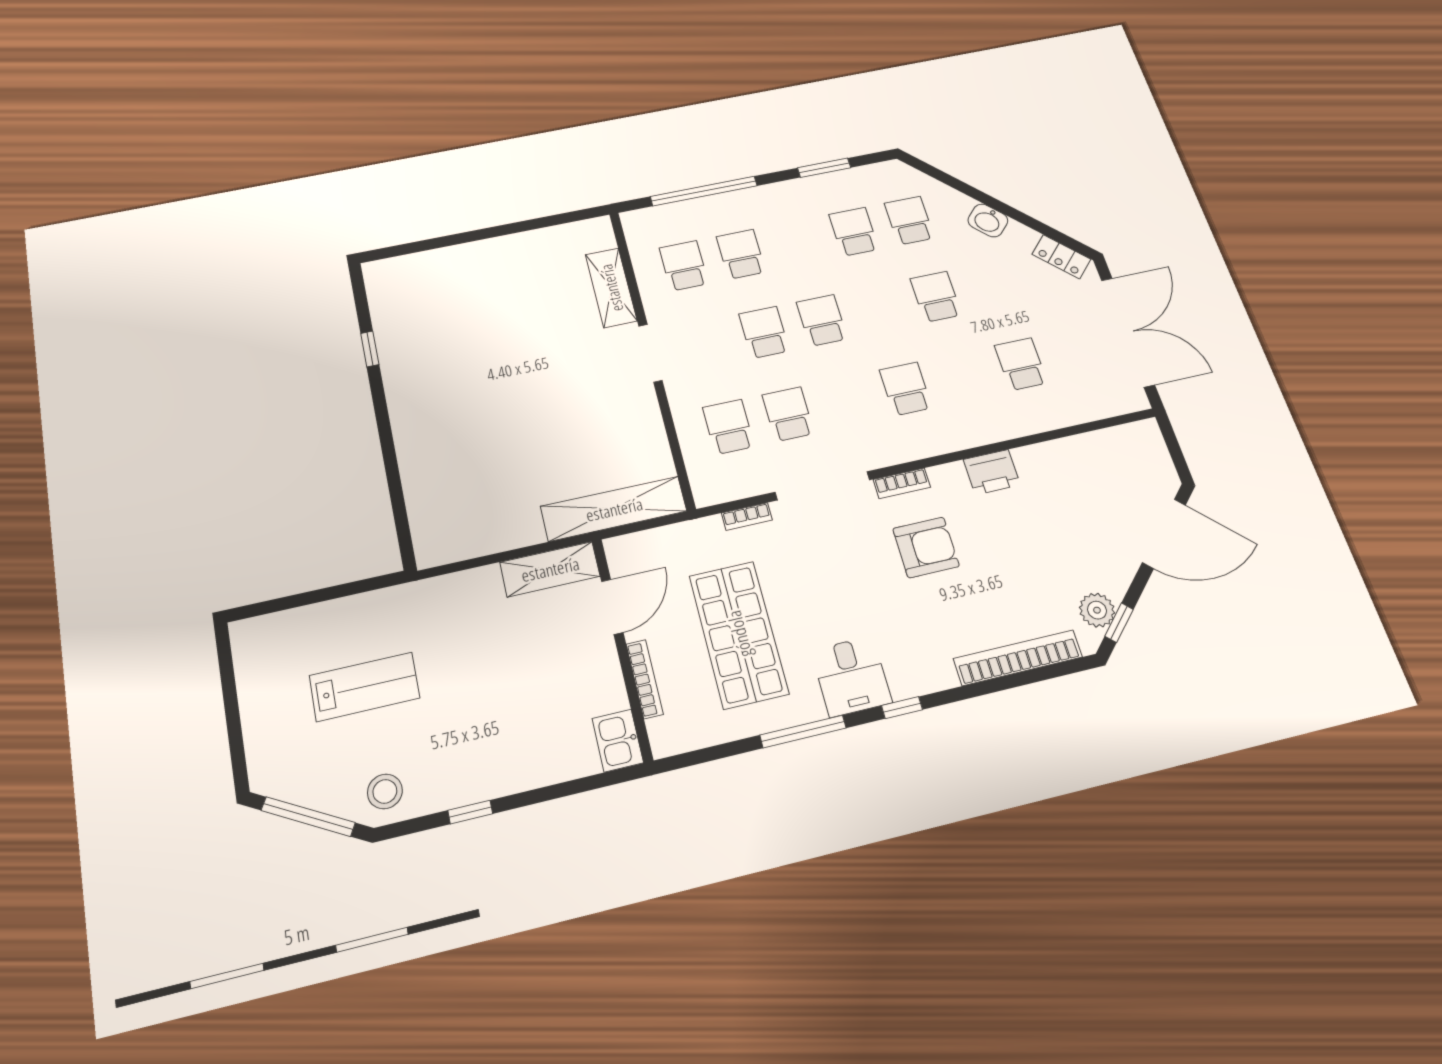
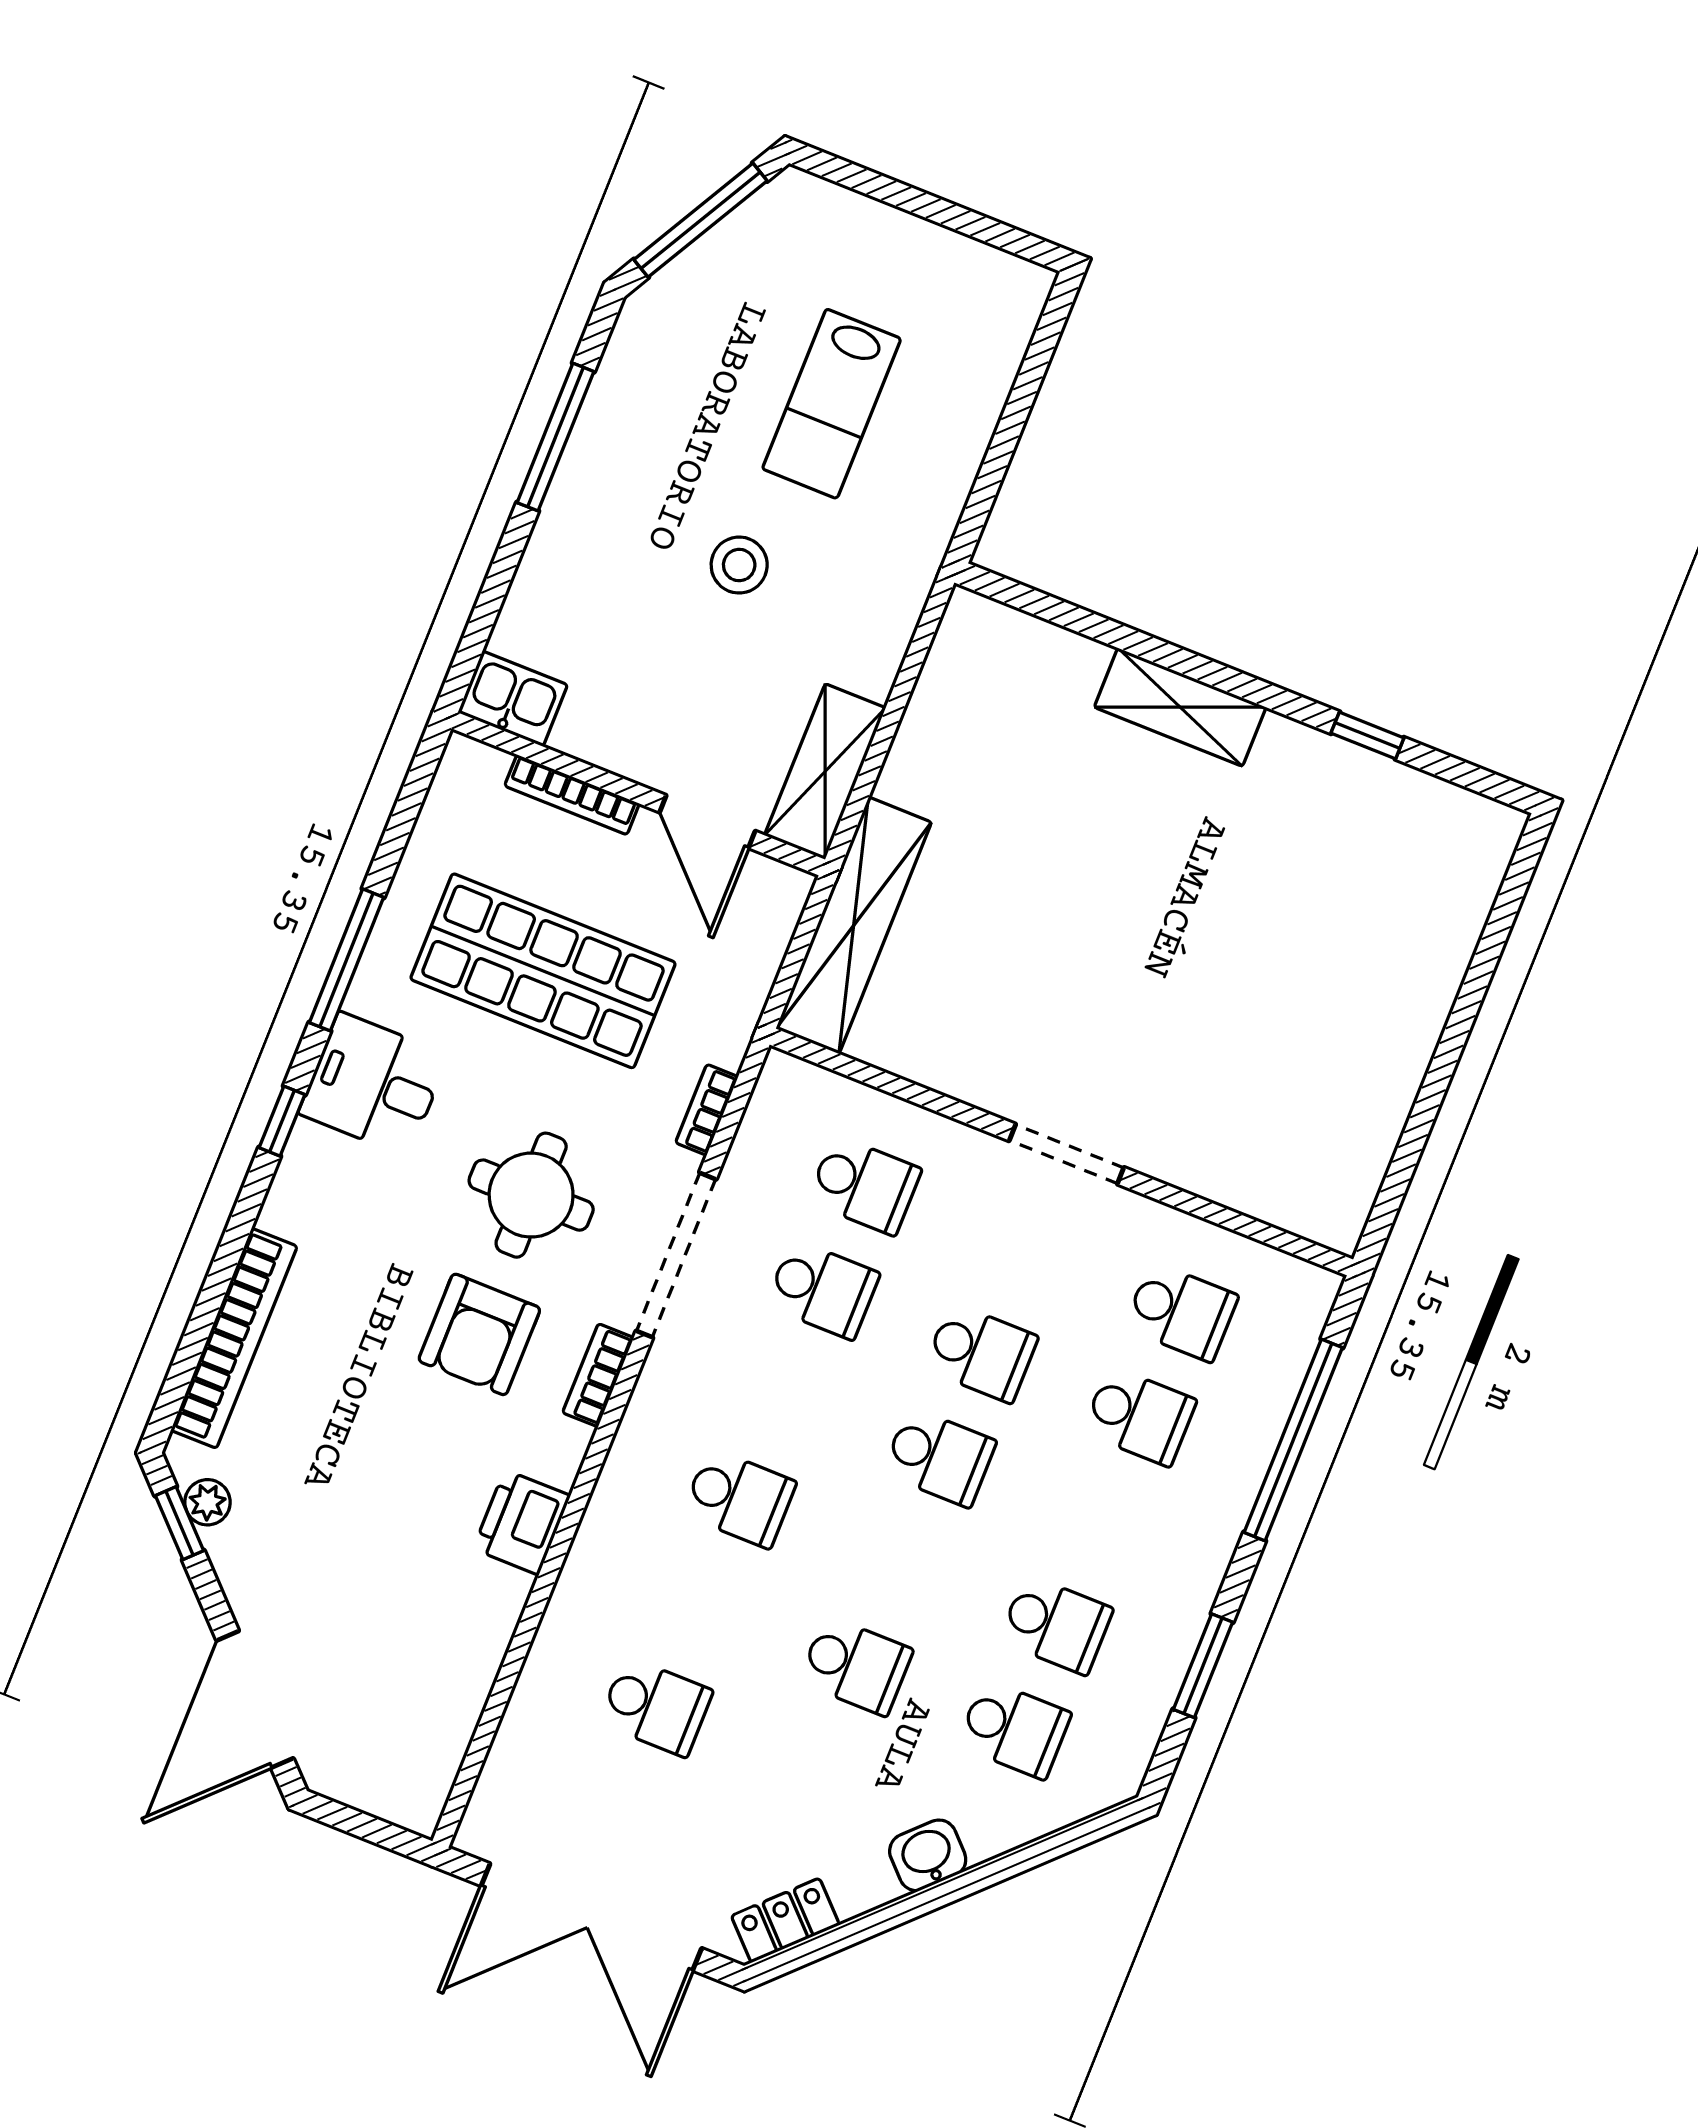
shelving: (611, 288) -> (1180, 707), moved
round table: (846, 568) -> (531, 1195), added
plant: (1097, 610) -> (208, 1502), width x0.73, depth x0.73
stool: (385, 791) -> (739, 565), moved
window: (470, 812) -> (556, 437), width x2.17

